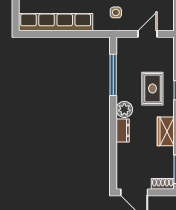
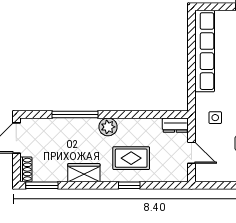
window: (113, 75) -> (75, 115), moved
dresser: (123, 130) -> (175, 125), moved

